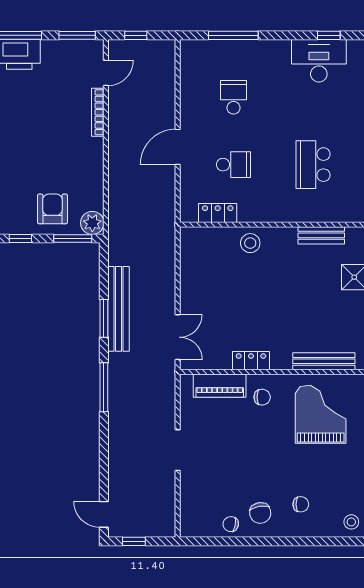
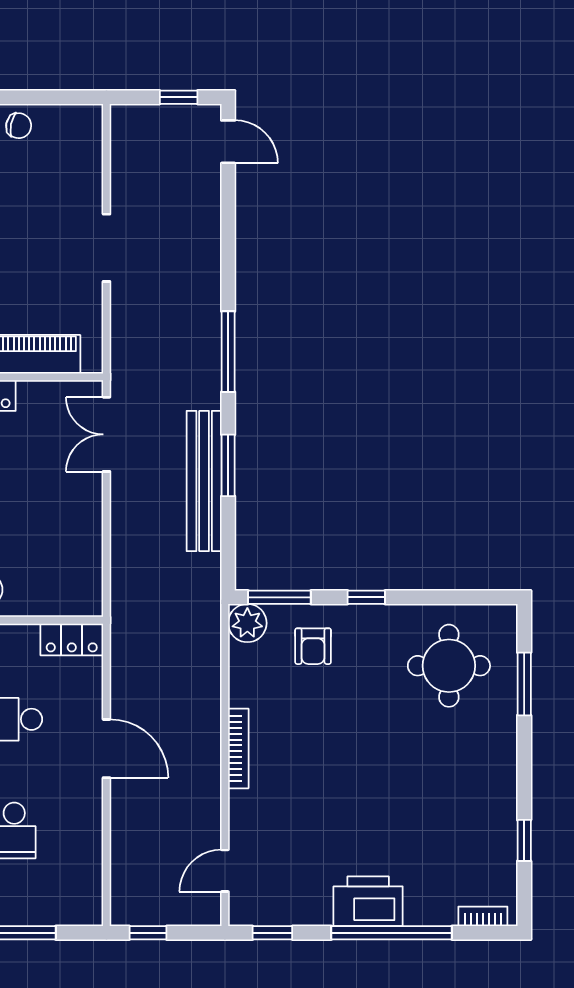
window: (77, 35) -> (272, 933), width x0.67
window: (136, 35) -> (148, 933), moved
bookcase: (98, 112) -> (238, 748), moved
door: (178, 147) -> (106, 749), hinge flipped
armchair: (52, 209) -> (313, 646), width x0.72, depth x0.72
locker: (218, 213) -> (72, 639), moved

